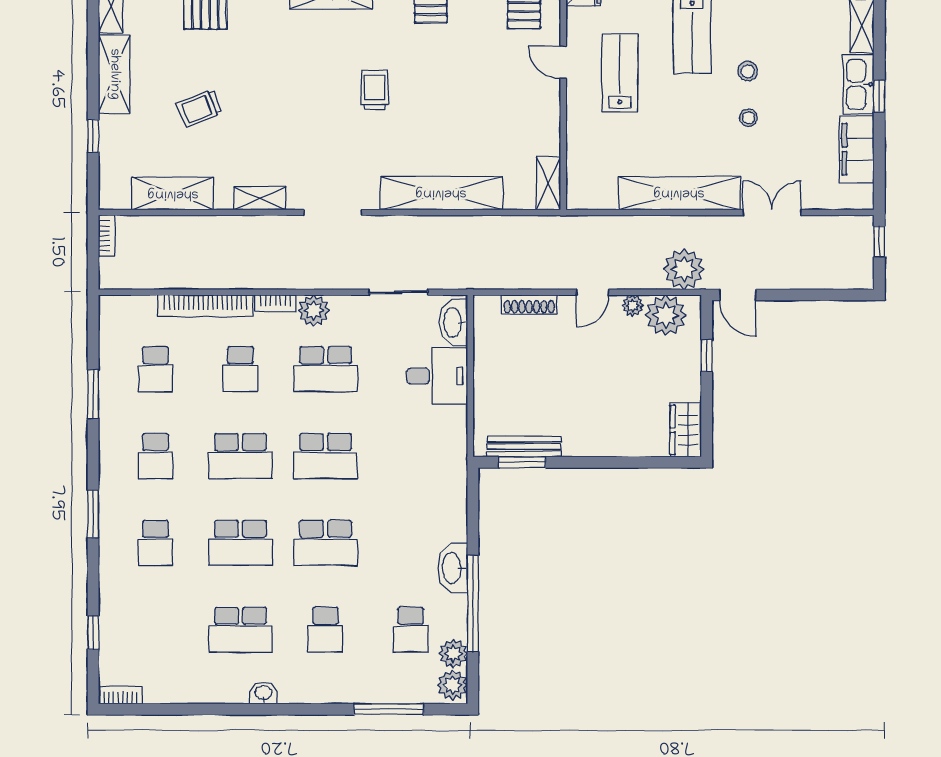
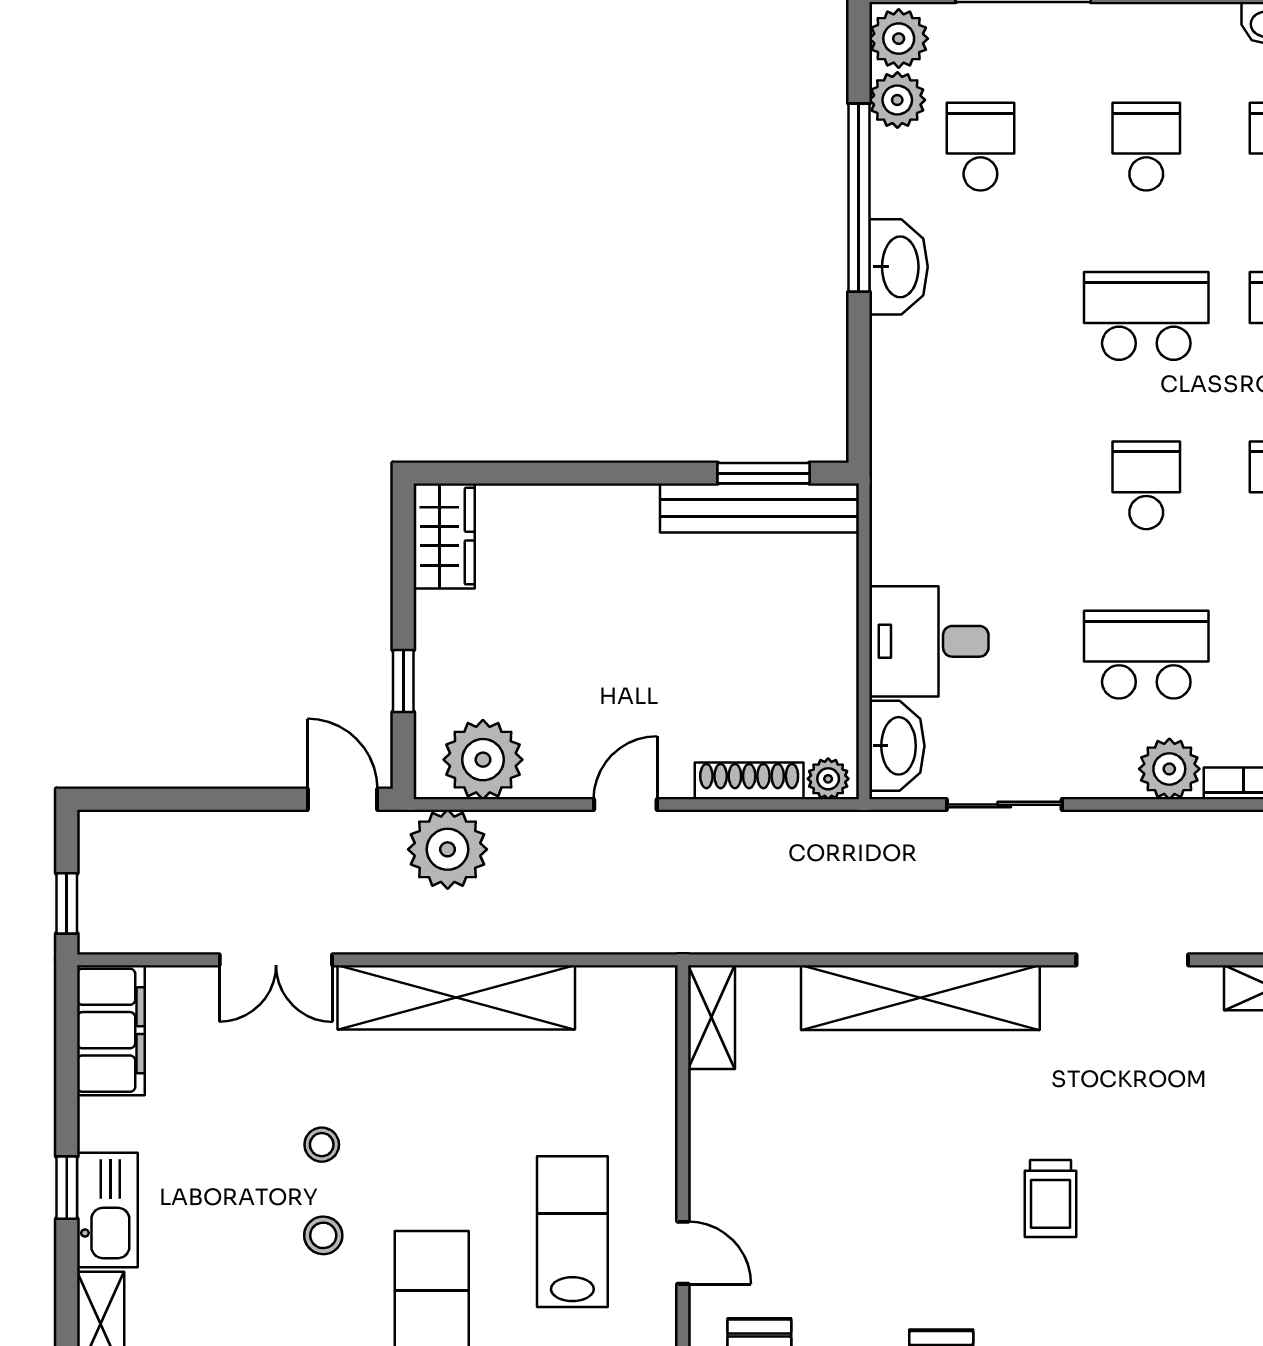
lab bench: (620, 73) -> (572, 1232), turned 180
filing cabinet: (857, 149) -> (111, 1030), moved
plant: (633, 305) -> (828, 779), moved
bench: (524, 447) -> (759, 508), width x1.37, depth x1.21
school desk: (326, 456) -> (1146, 485), width x0.54

